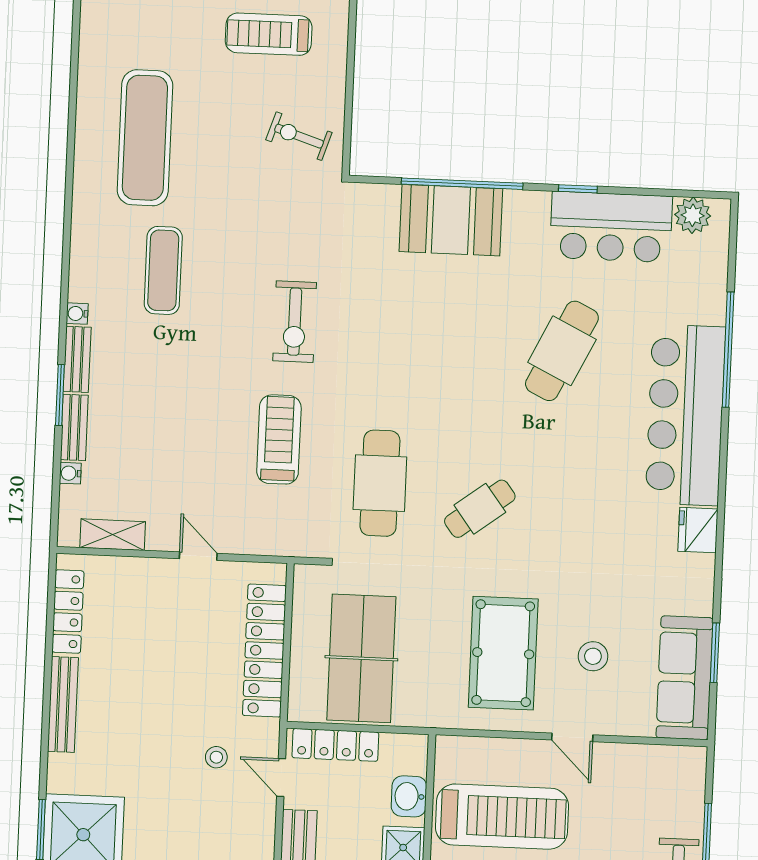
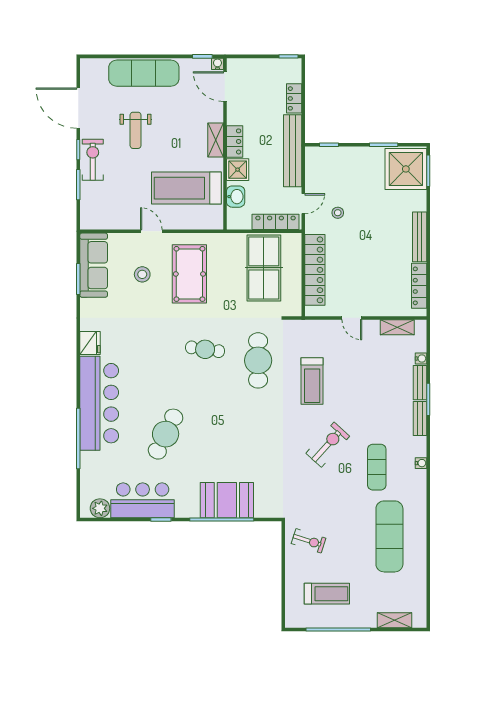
water cooler: (77, 314) -> (421, 463), moved
exercise bike: (295, 322) -> (328, 445), moved, turned 42
cafe table: (480, 509) -> (205, 349), turned 45
door: (281, 777) -> (303, 204), hinge flipped

